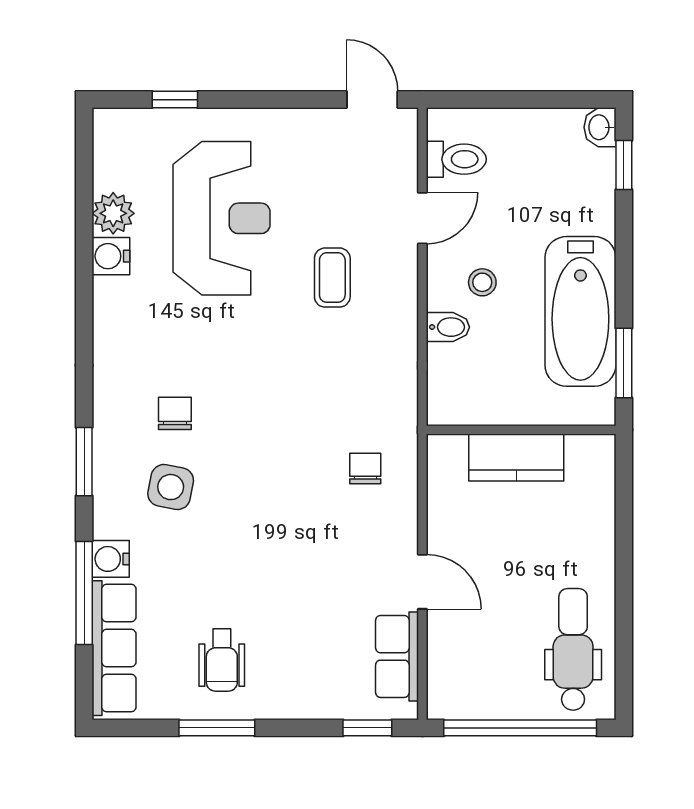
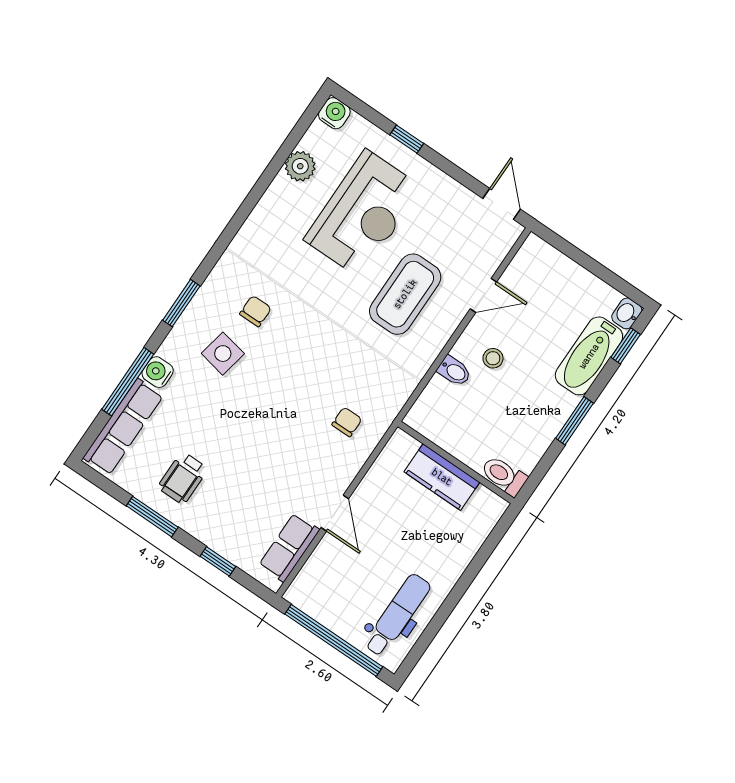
window: (175, 100) -> (407, 139), moved
toilet: (456, 159) -> (504, 476), moved, turned 180
water cooler: (111, 256) -> (334, 113), moved, turned 90
coffee table: (332, 278) -> (405, 294), width x1.86, depth x1.72
bathtub: (580, 311) -> (589, 356), moved, width x0.73, depth x0.73
window: (624, 363) -> (574, 421), moved
window: (367, 728) -> (218, 561), moved

